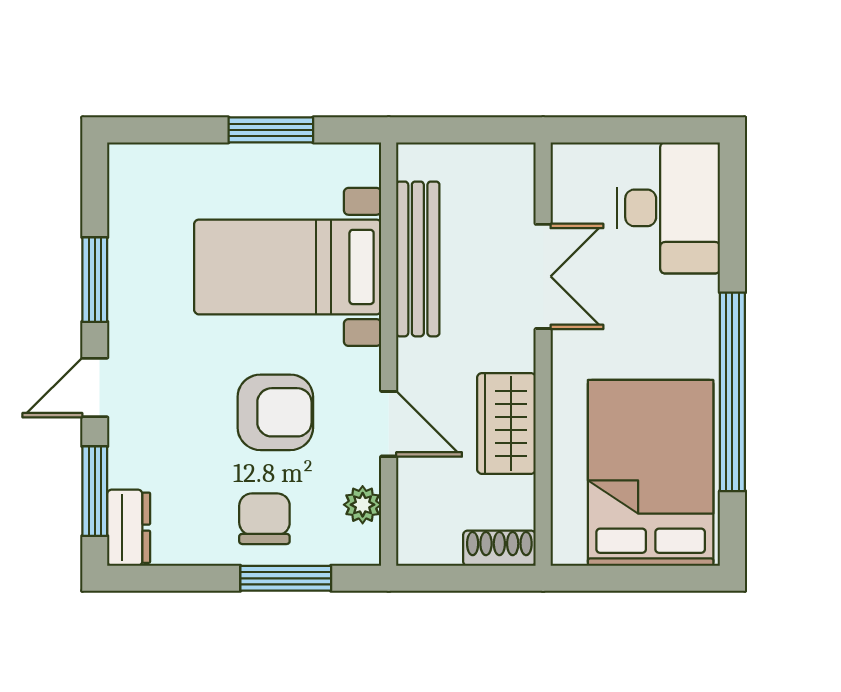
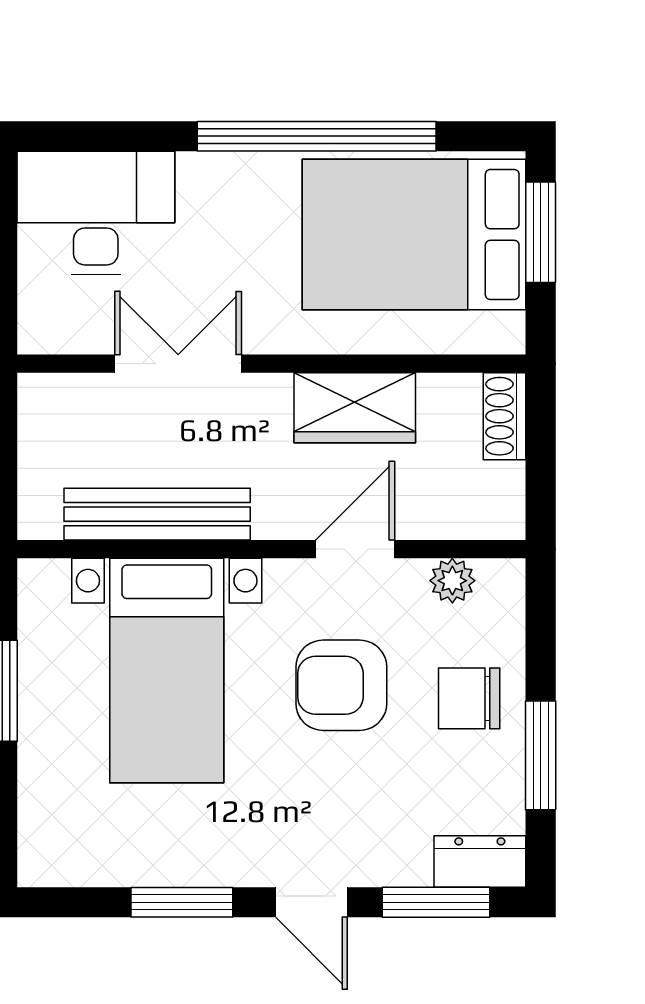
armchair: (275, 412) -> (341, 685), turned -90
window: (286, 578) -> (541, 755), moved
window: (652, 578) -> (541, 232), added

